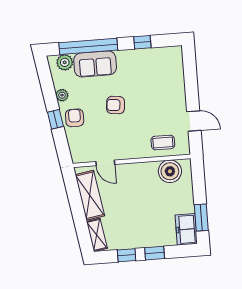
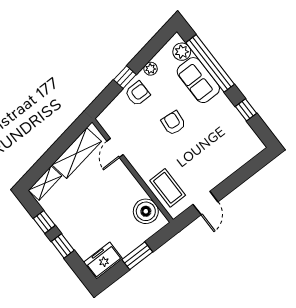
coffee table: (163, 142) -> (168, 188), width x1.36, depth x1.30
window: (201, 217) -> (137, 256), moved

